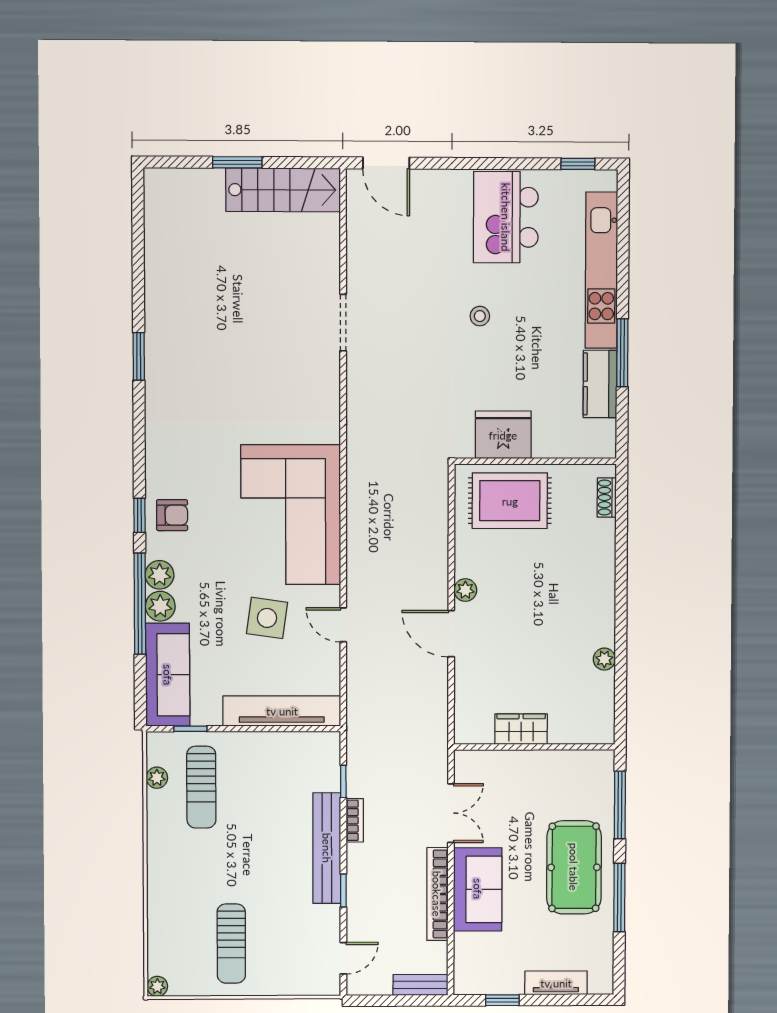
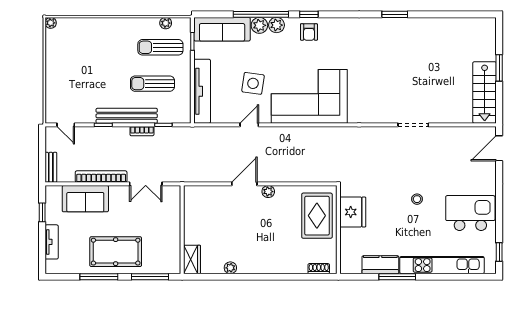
wardrobe: (521, 729) -> (192, 259), moved
sofa: (478, 889) -> (85, 199), moved
sun lounger: (231, 944) -> (152, 84), moved

